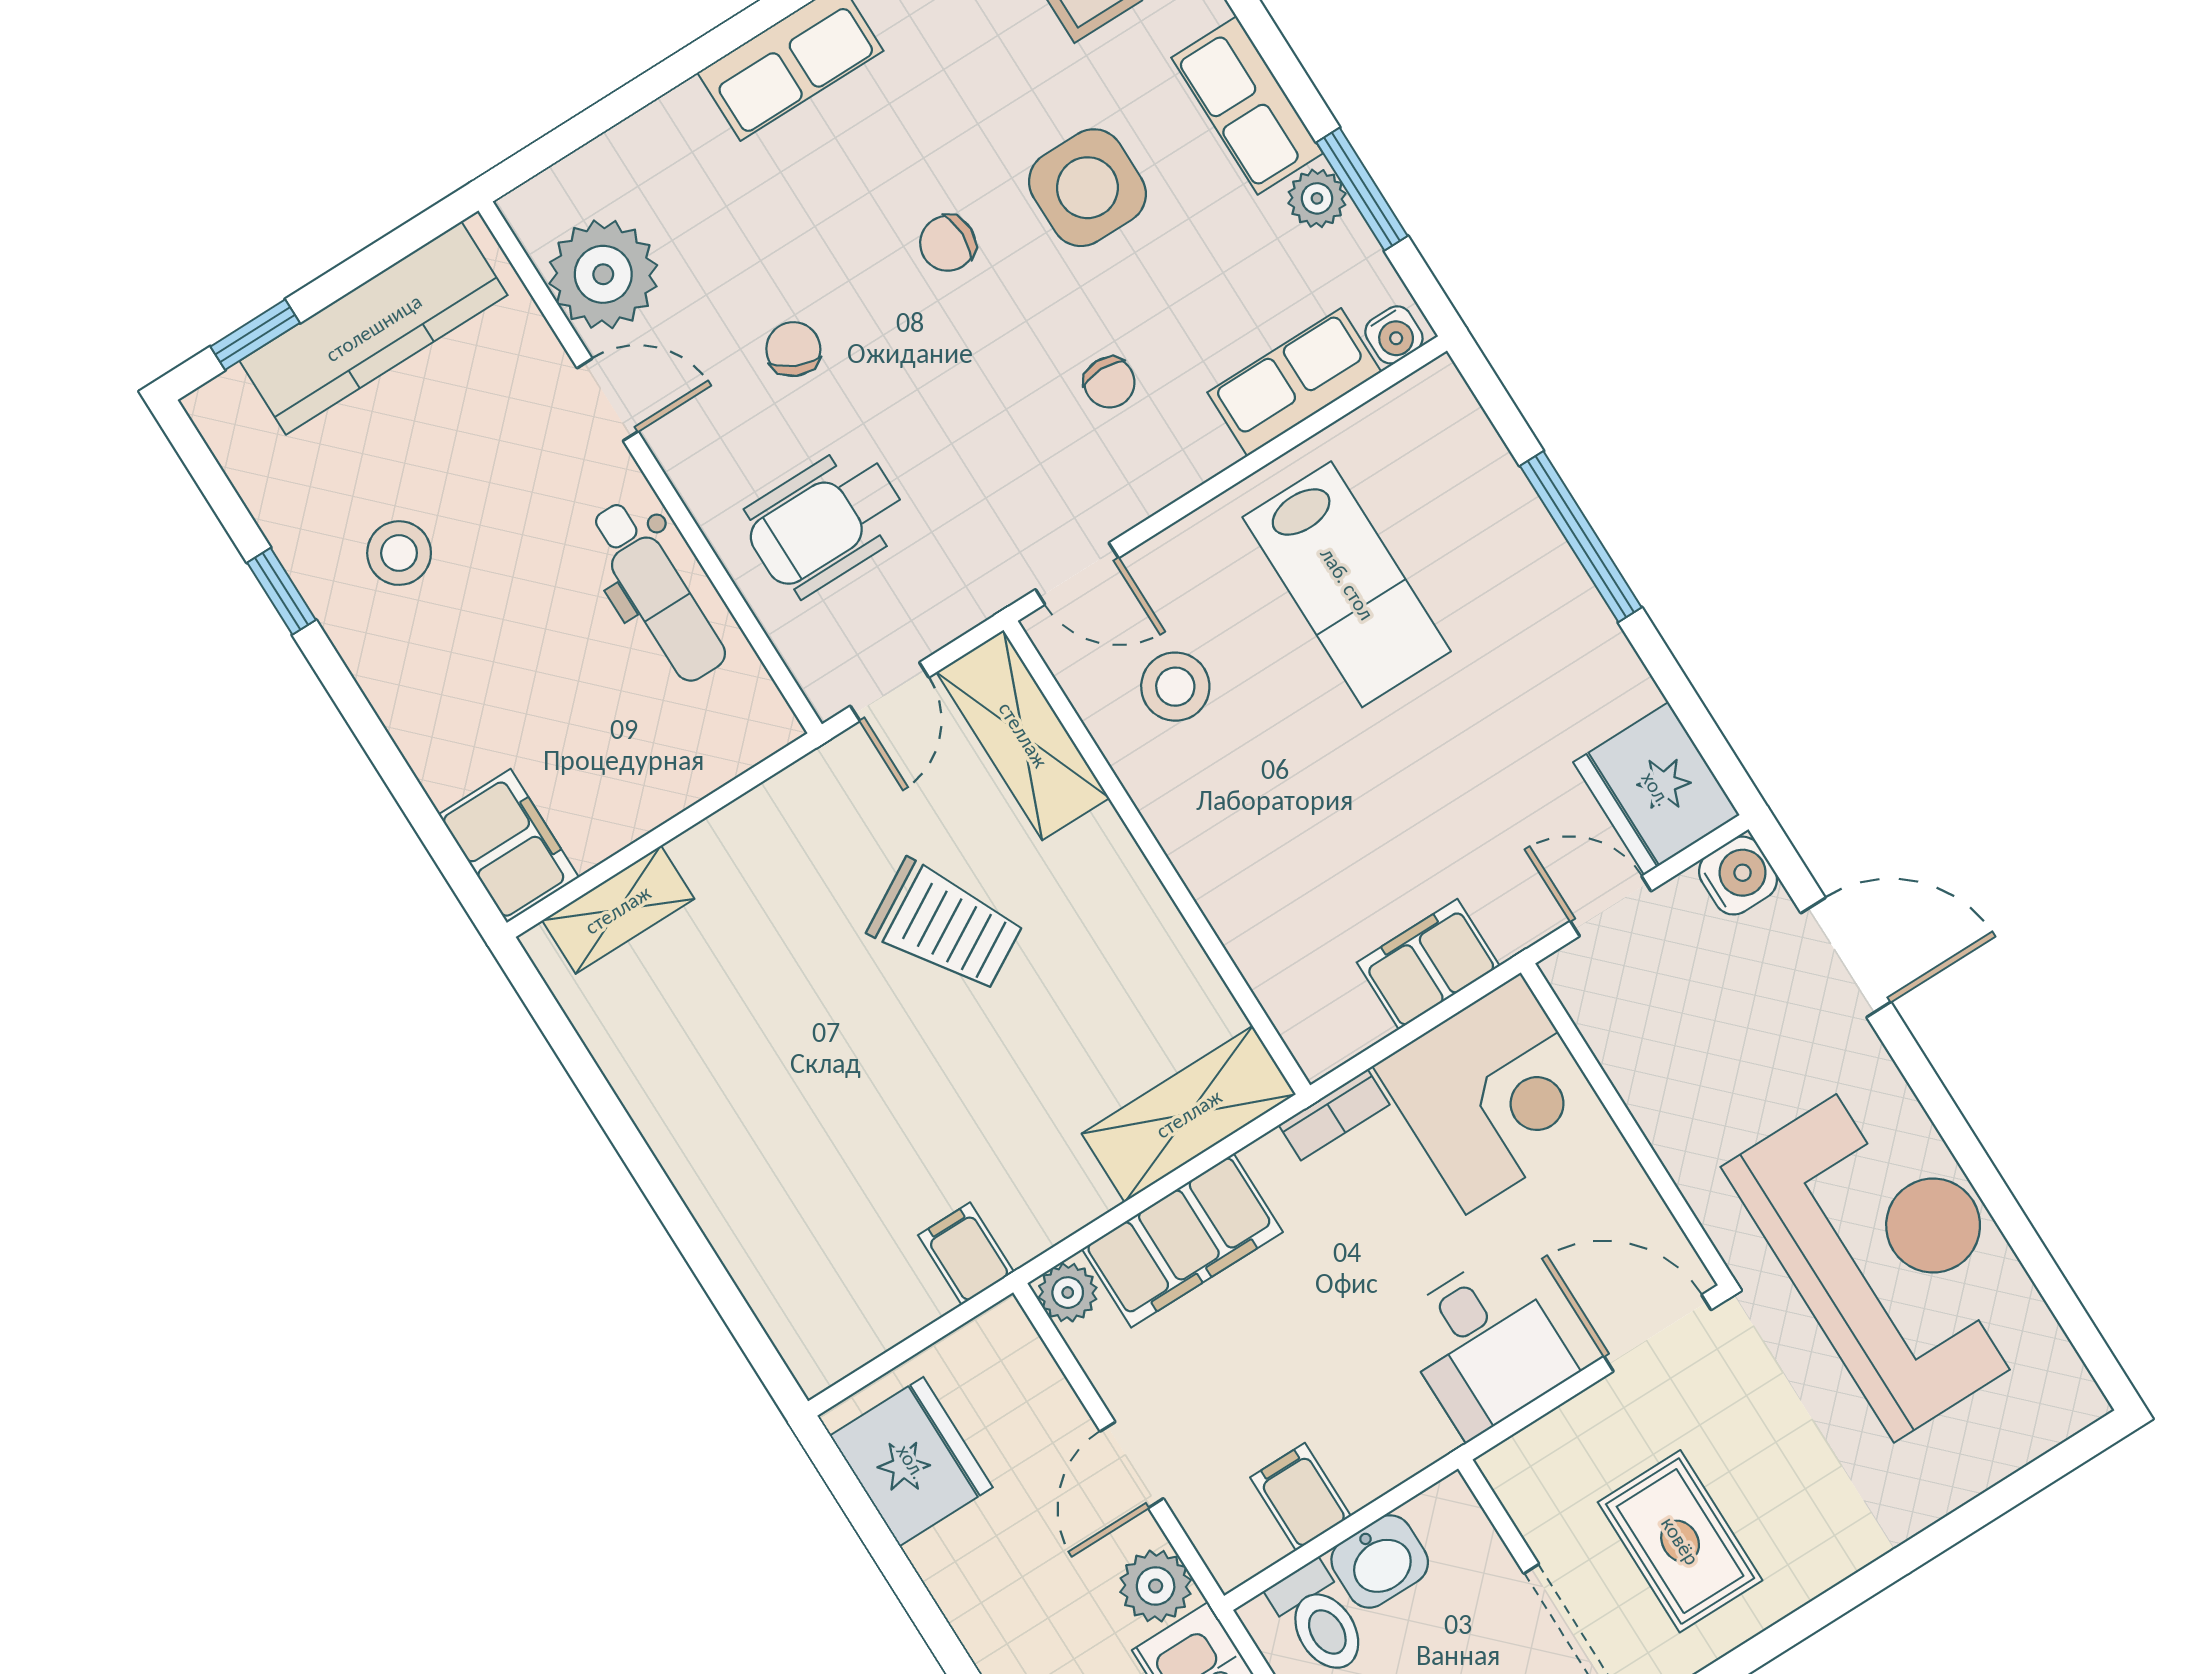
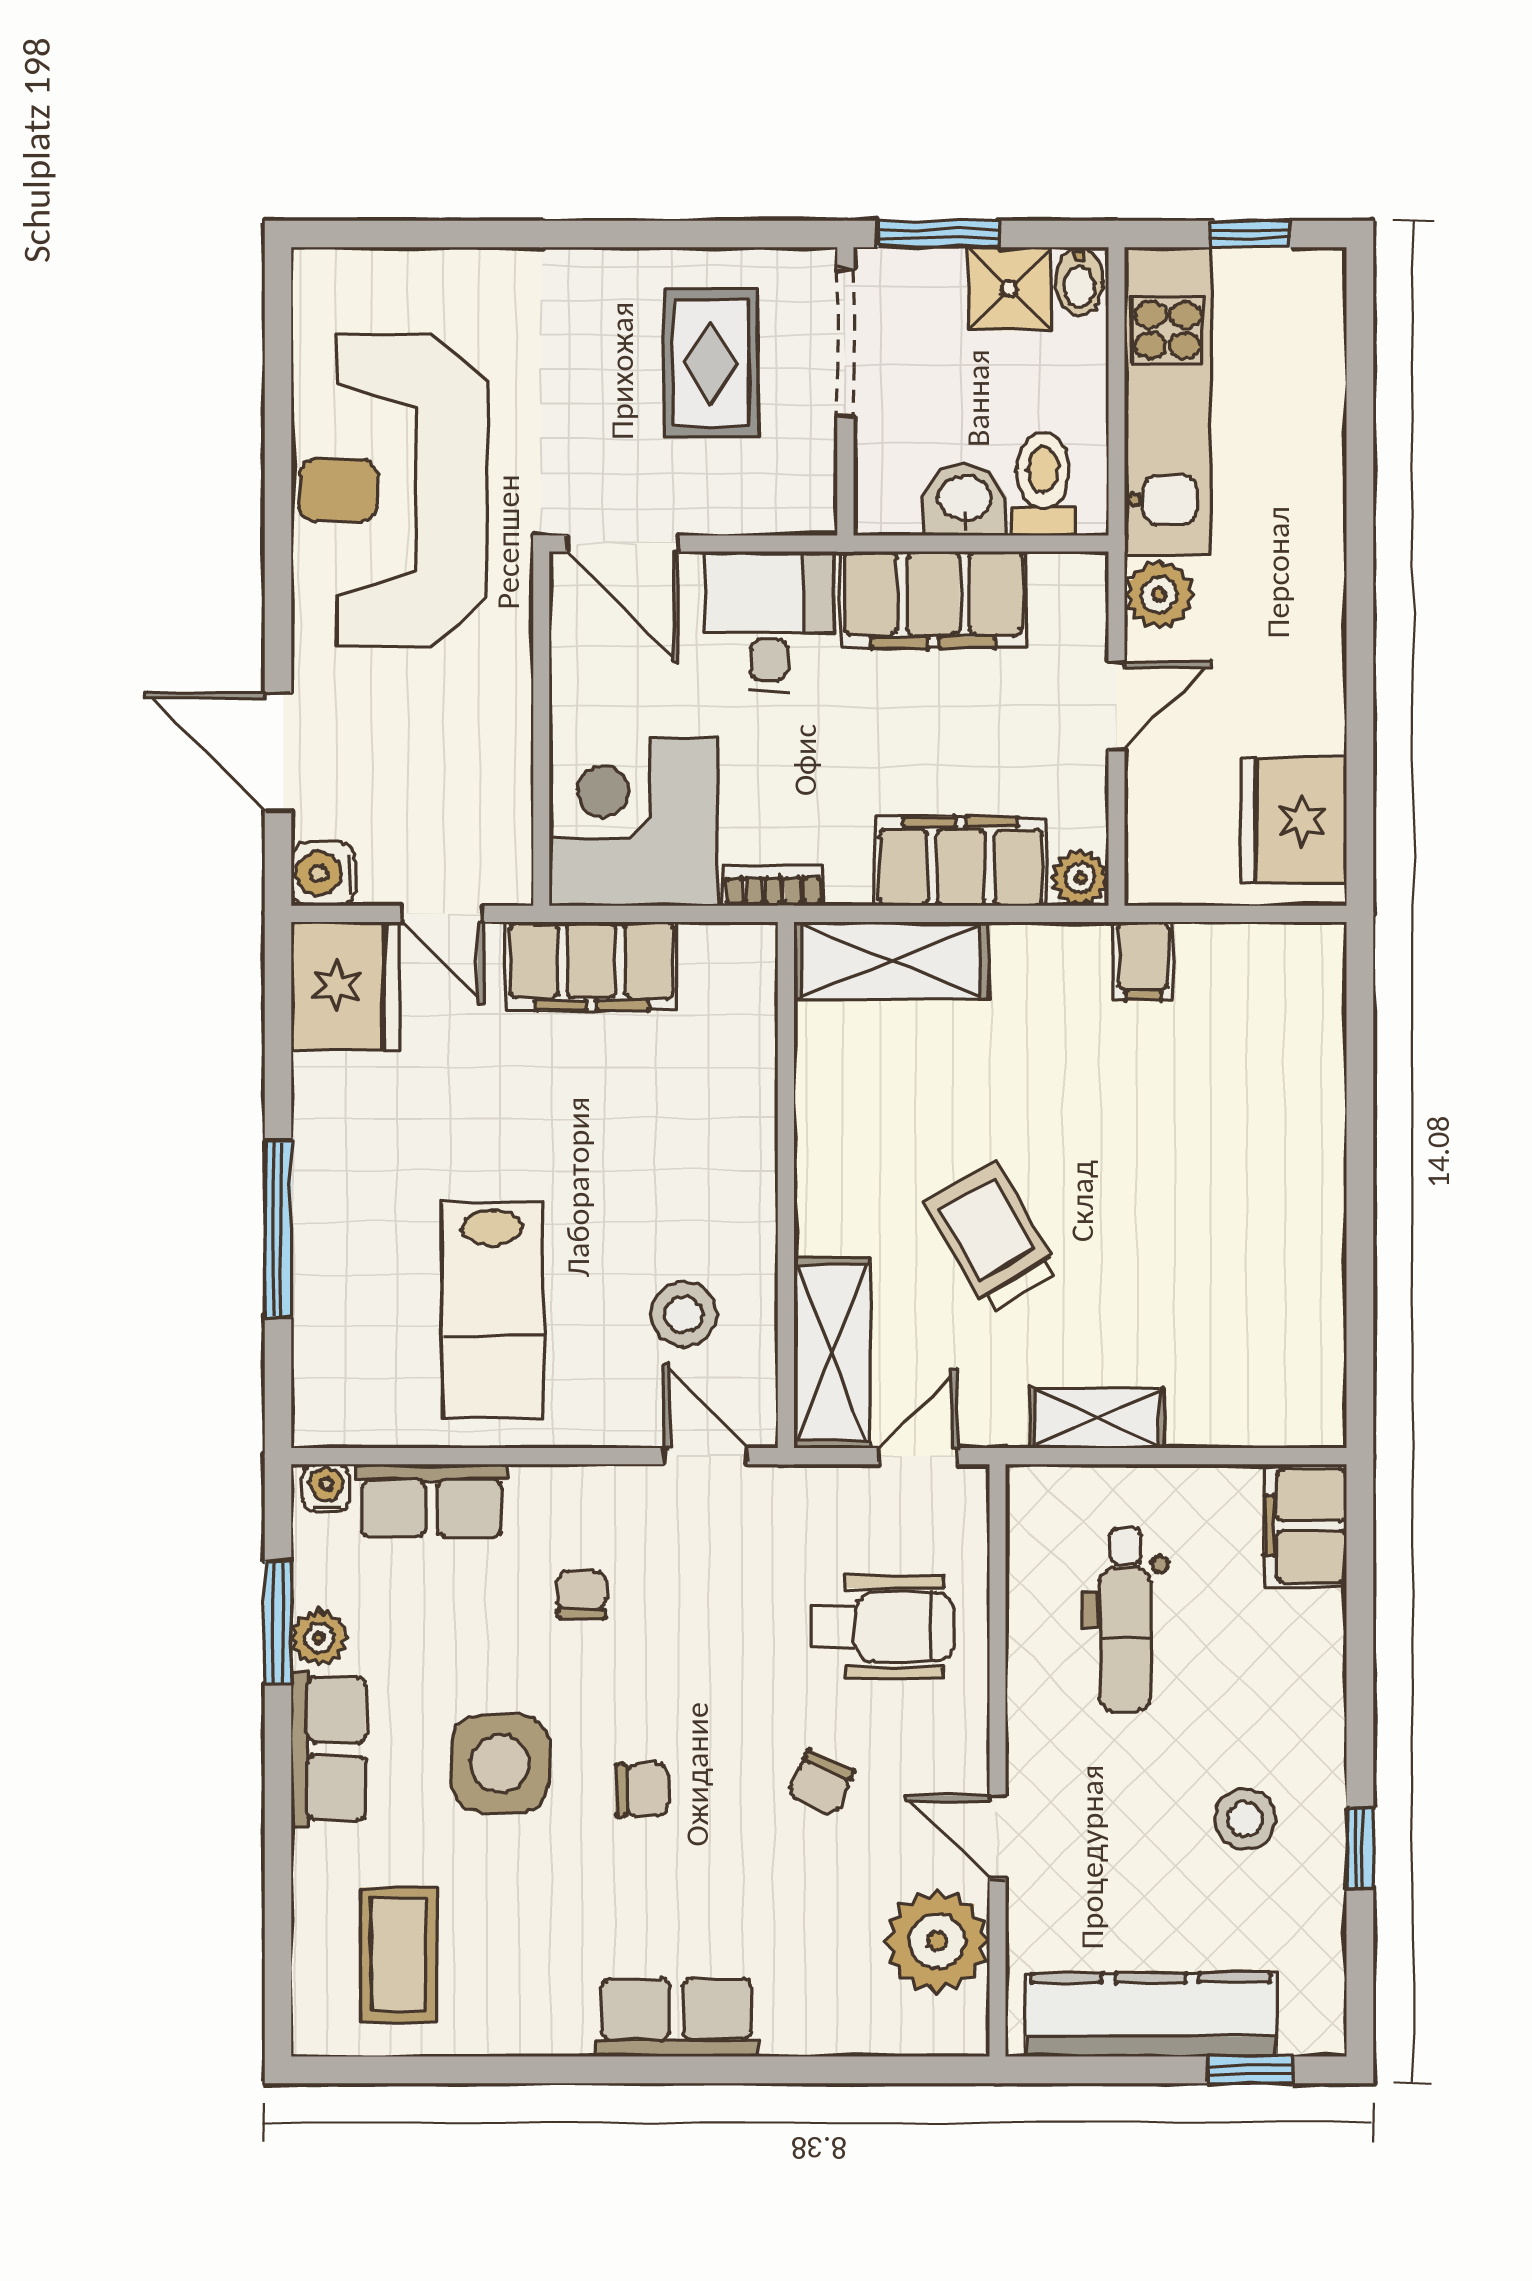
lab bench: (1347, 584) -> (492, 1310), turned 180
dental chair: (657, 591) -> (1125, 1619), moved, turned 180
shelving: (618, 910) -> (1097, 1418), moved
filing cabinet: (1428, 964) -> (592, 966), width x1.50, depth x1.17
filing cabinet: (1301, 1497) -> (933, 600), width x3.00, depth x1.17

